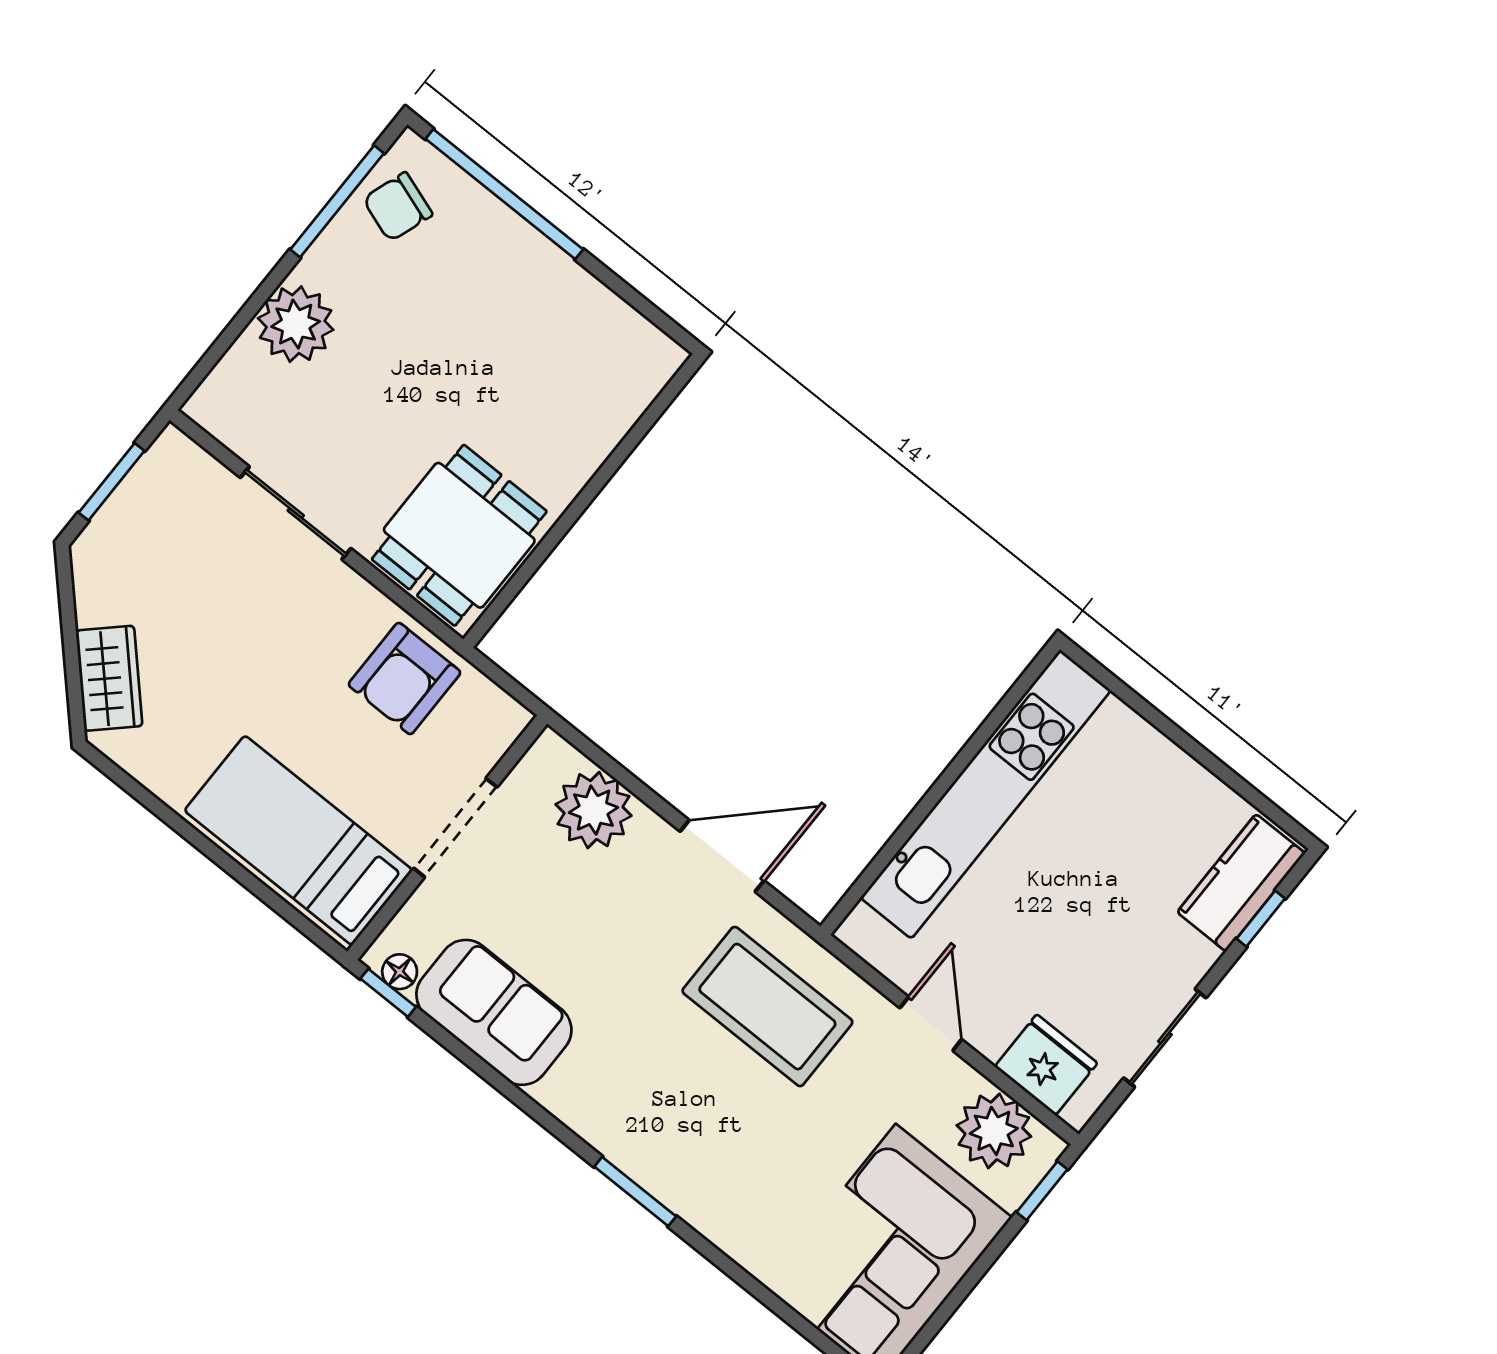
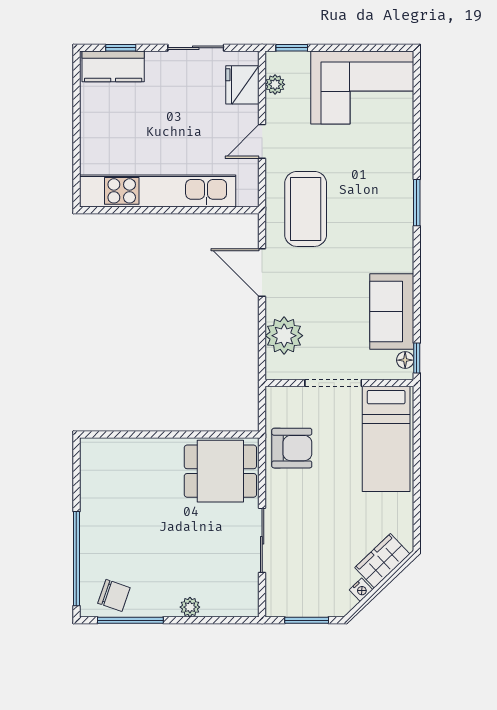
plant: (296, 324) -> (190, 607), width x0.53, depth x0.53
nightstand: (90, 607) -> (361, 590), added
plant: (994, 1131) -> (275, 84), width x0.53, depth x0.53

